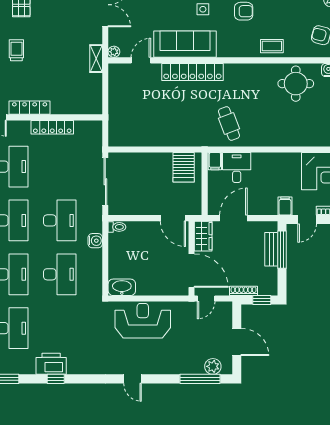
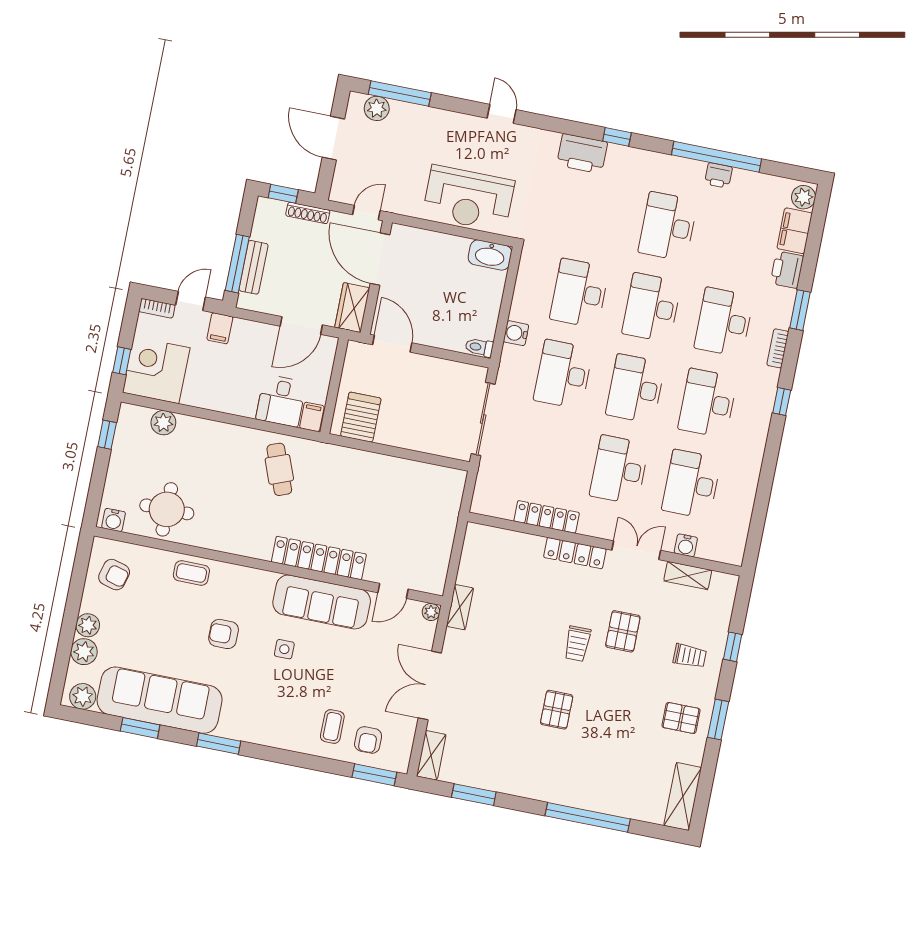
plant: (309, 139) -> (163, 423), added
printer: (51, 364) -> (582, 154), moved

